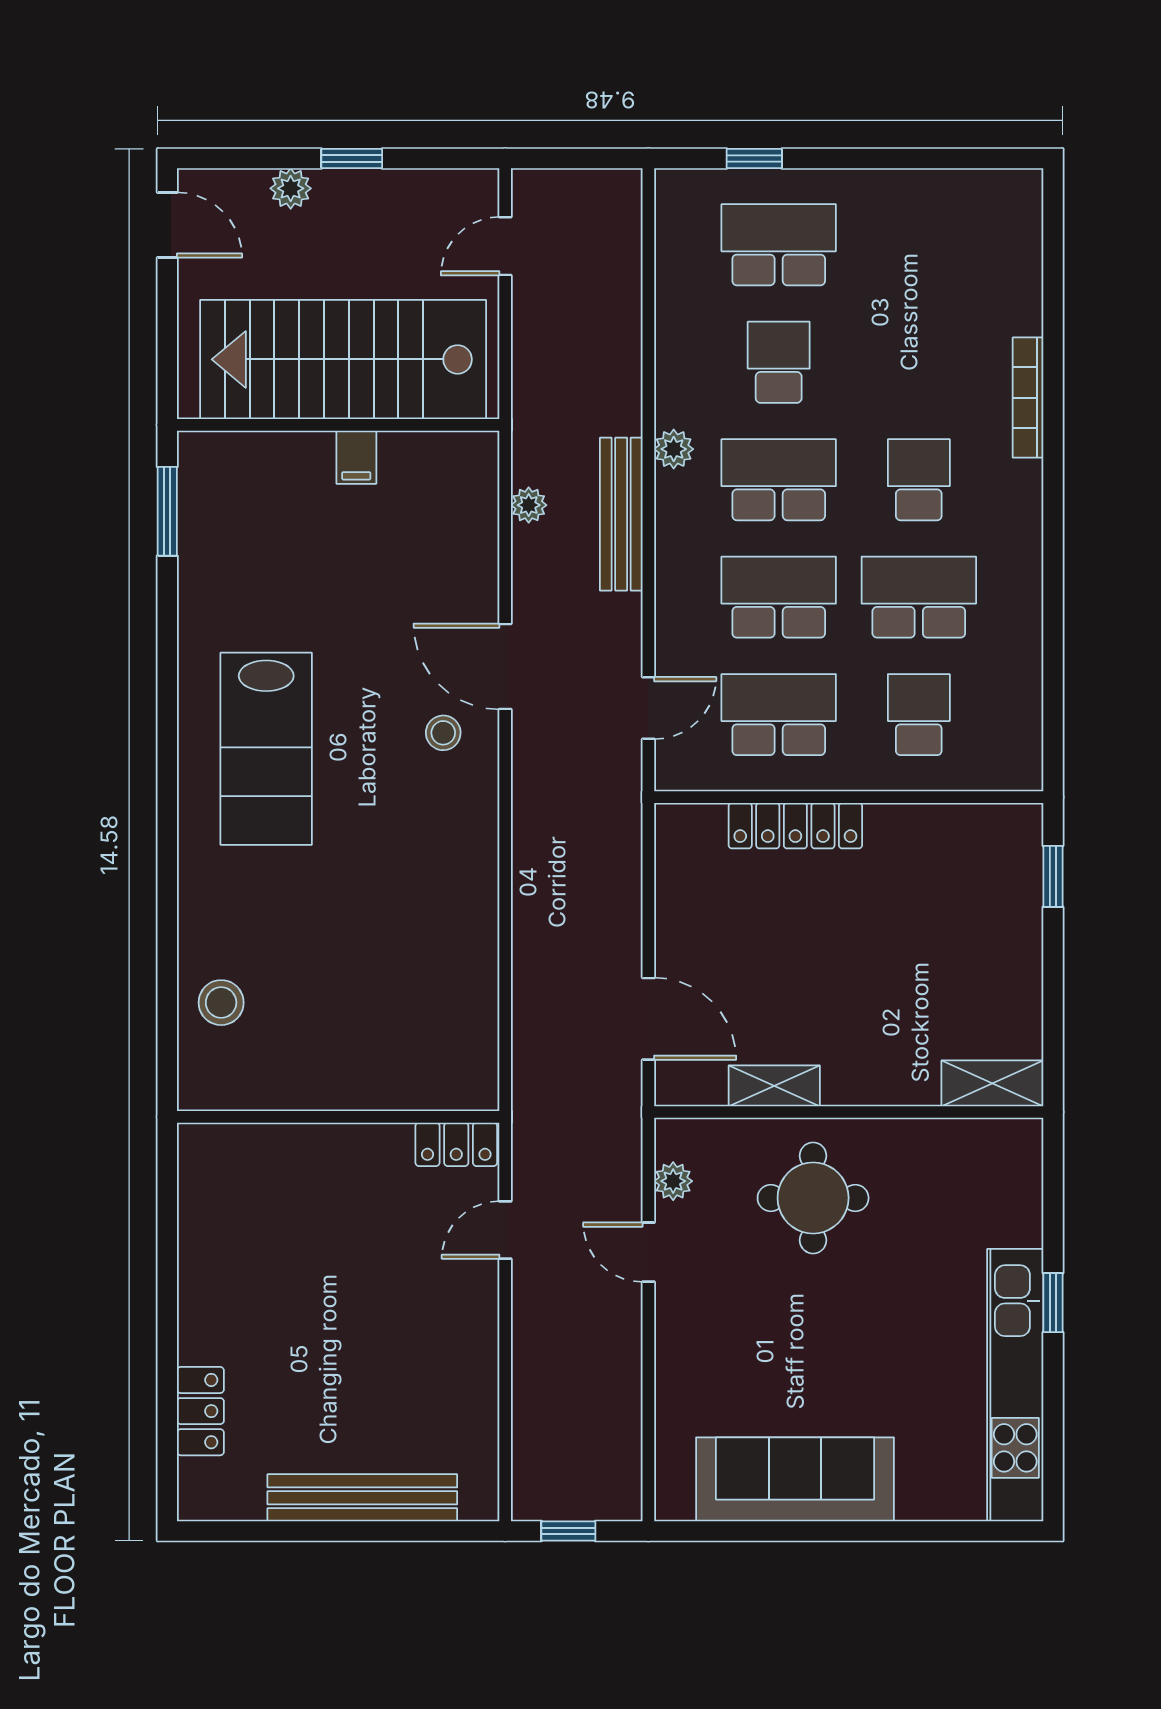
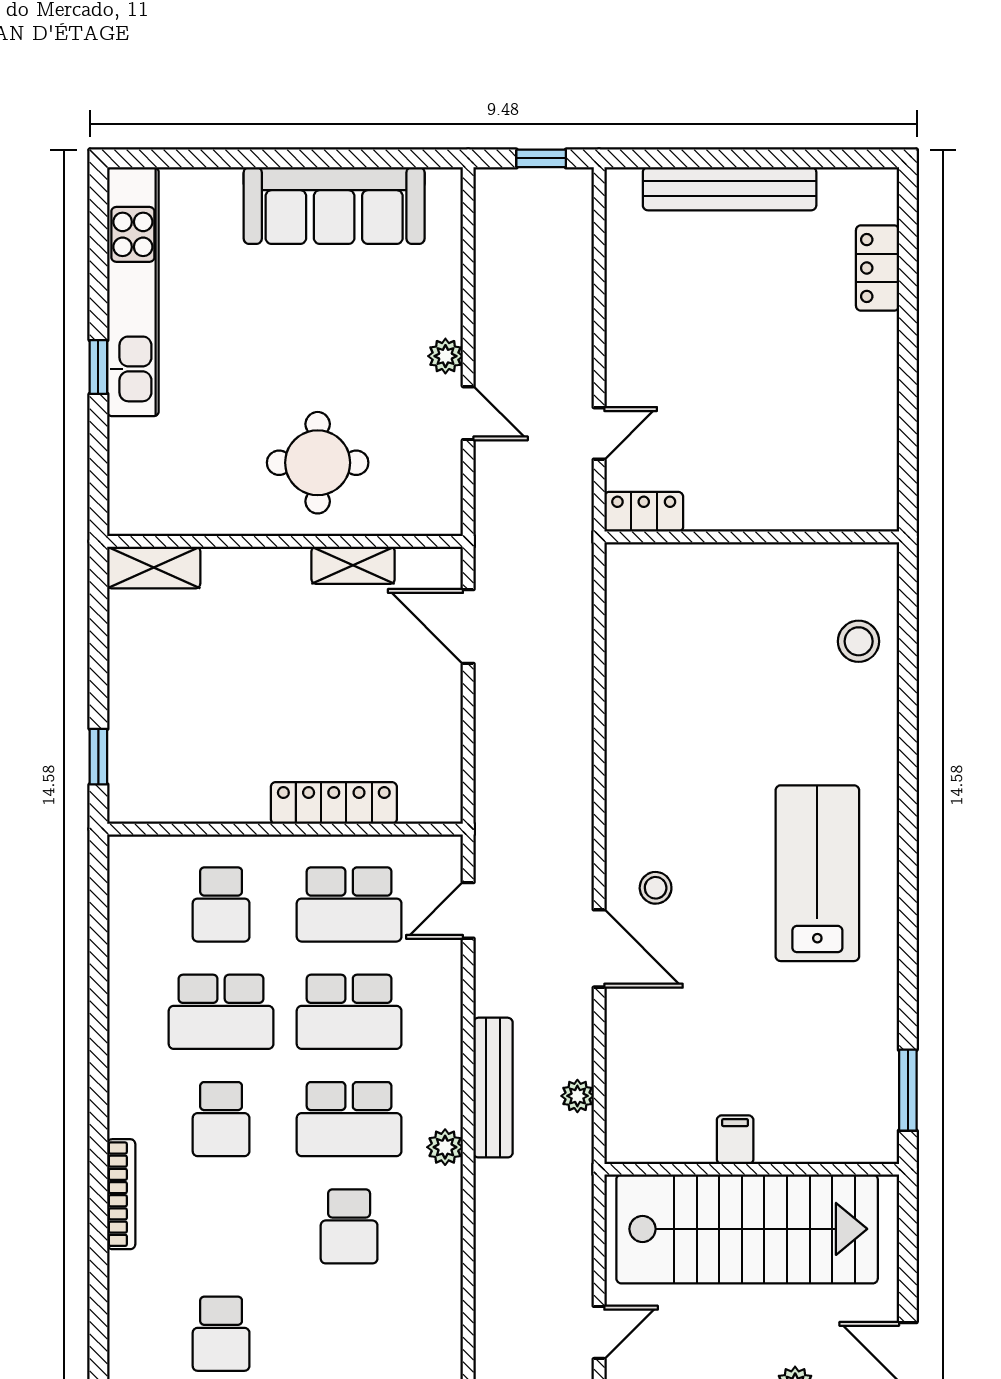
school desk: (779, 245) -> (221, 1334), moved, width x0.54
plant: (673, 1181) -> (445, 356), moved

